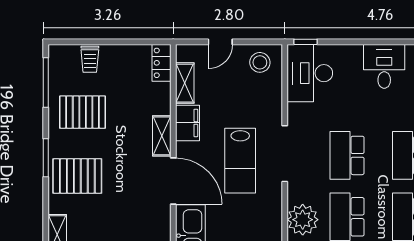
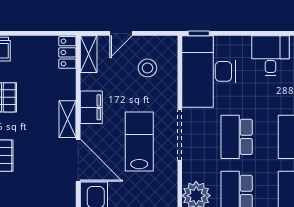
stool: (260, 62) -> (147, 68), moved
desk: (310, 73) -> (209, 71), width x1.36, depth x1.30
shelving: (185, 83) -> (89, 54), moved
lab bench: (240, 161) -> (139, 142), turned 180

